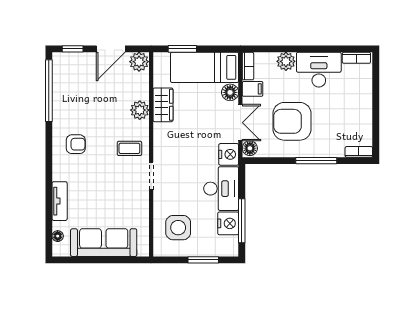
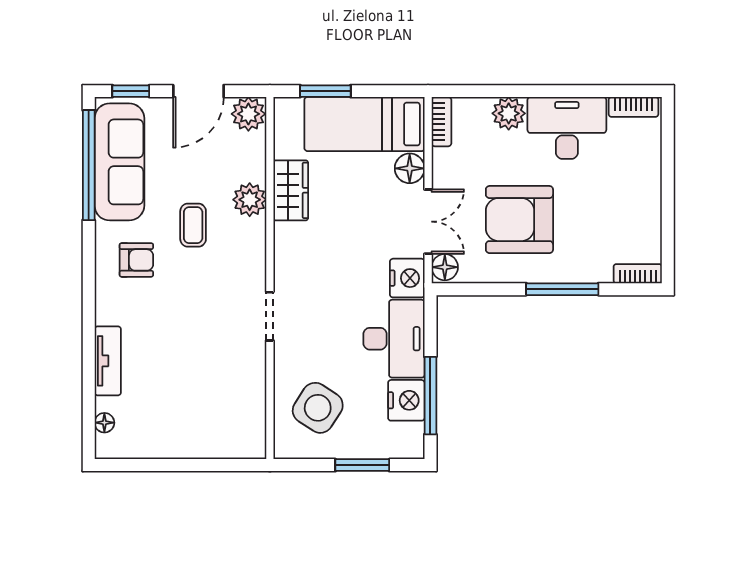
filing cabinet: (253, 89) -> (450, 162), removed
coffee table: (129, 148) -> (193, 225), moved, turned 90
side table: (178, 228) -> (318, 408), turned 33
sofa: (104, 243) -> (119, 162), moved, turned 90

